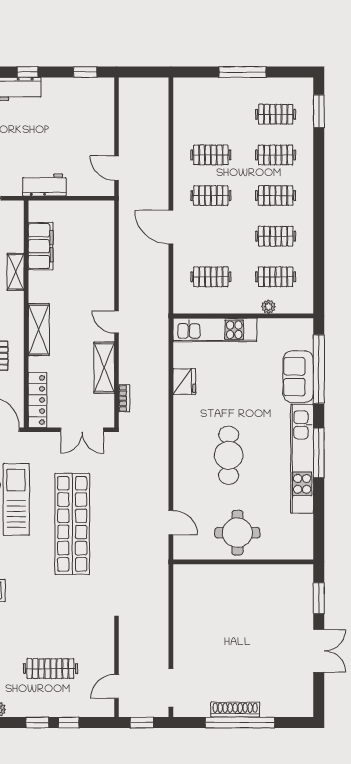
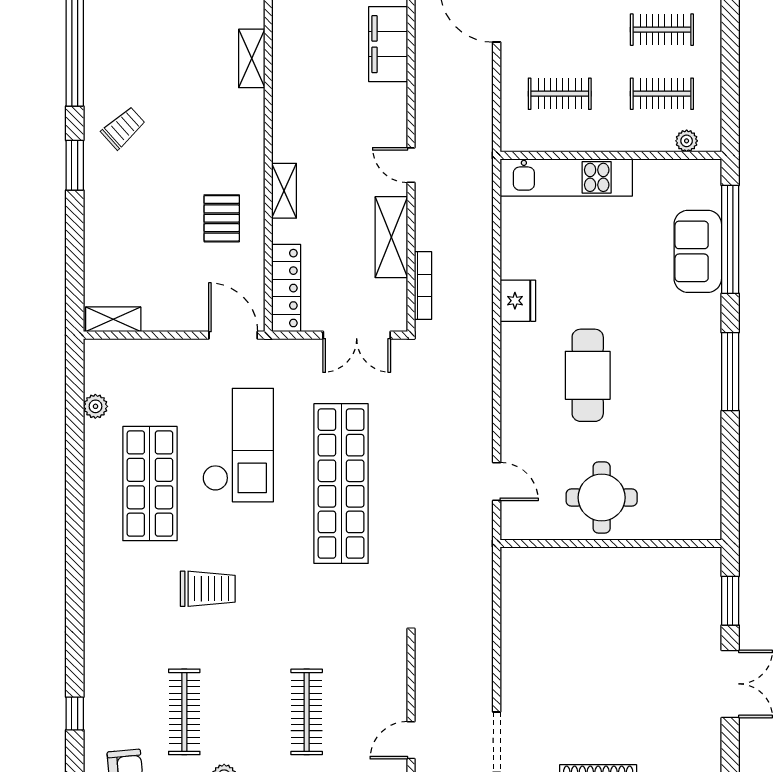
filing cabinet: (41, 246) -> (388, 44), moved, turned 180
shelving: (16, 272) -> (252, 58), moved
plant: (268, 307) -> (687, 141), moved
shelving: (39, 330) -> (284, 191), width x0.67, depth x0.75
fridge: (184, 382) -> (518, 301), moved
bookcase: (124, 398) -> (423, 285), width x1.56
kitchen unit: (302, 459) -> (704, 381), removed
clothes rail: (50, 669) -> (307, 712), turned 90

